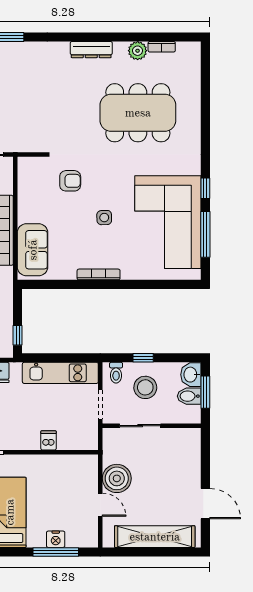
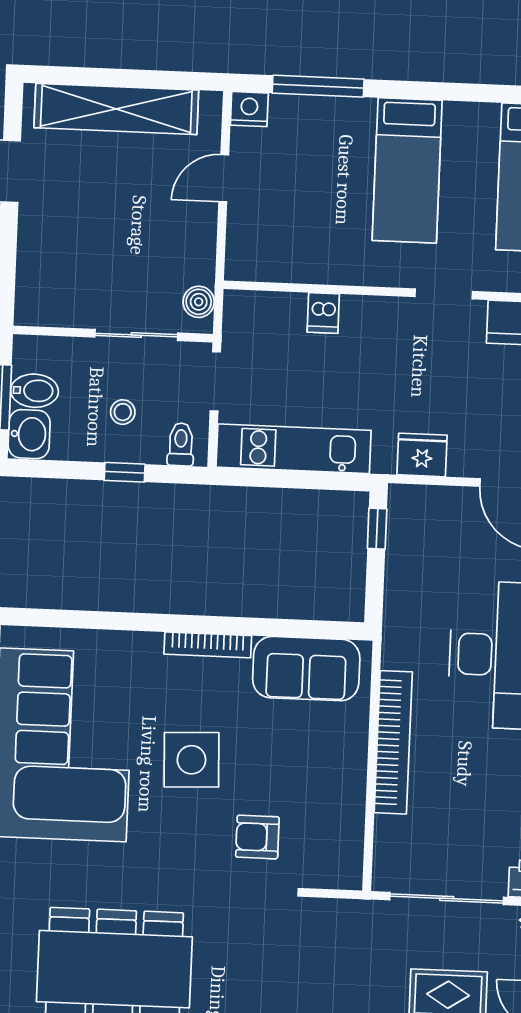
side table: (104, 218) -> (191, 760), width x1.87, depth x1.87
sofa: (33, 250) -> (306, 669), moved, turned -90
stool: (145, 387) -> (123, 412), width x0.53, depth x0.53
boiler: (117, 478) -> (199, 302), moved, width x0.54, depth x0.54
door: (100, 505) -> (224, 178), hinge flipped
nightstand: (56, 539) -> (249, 109), moved

